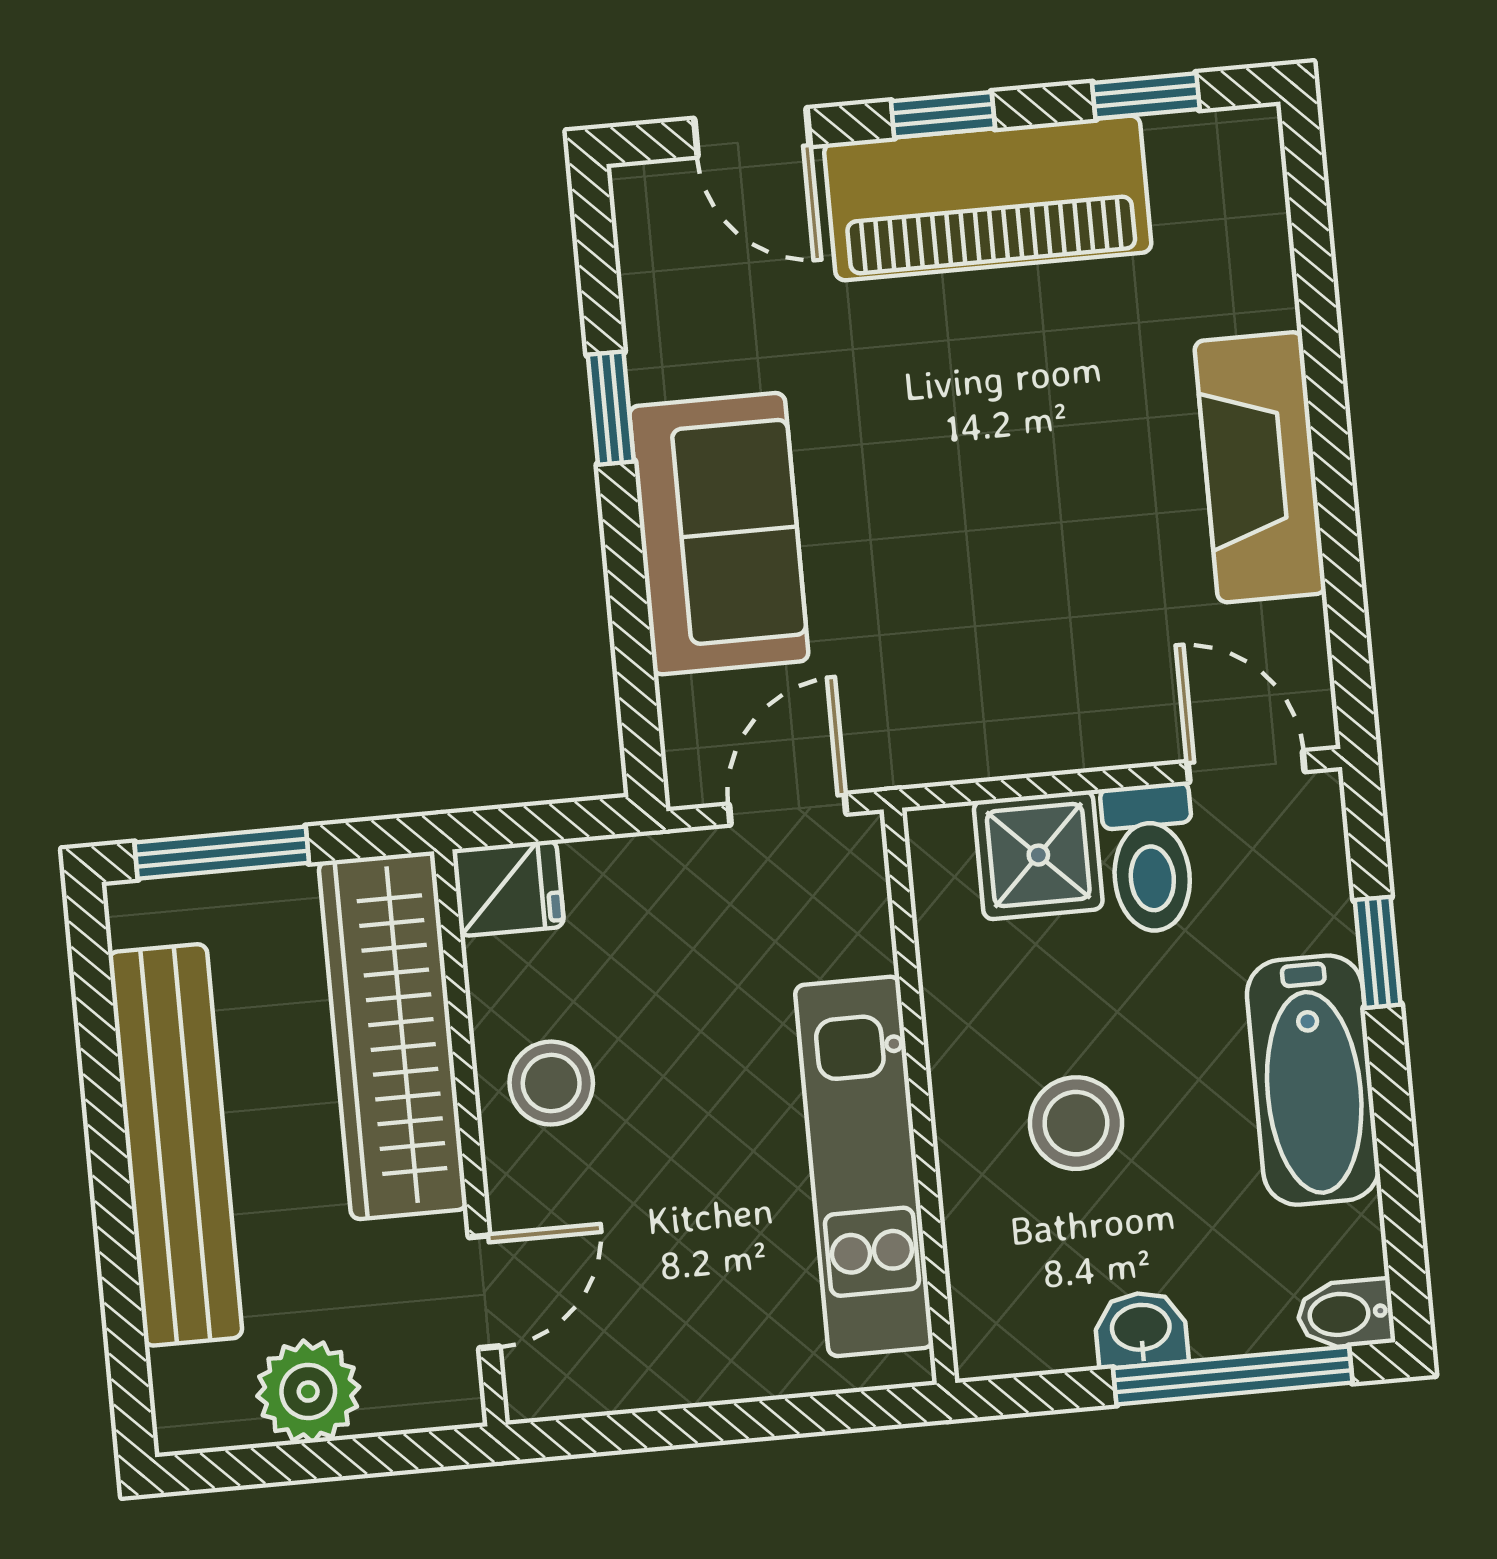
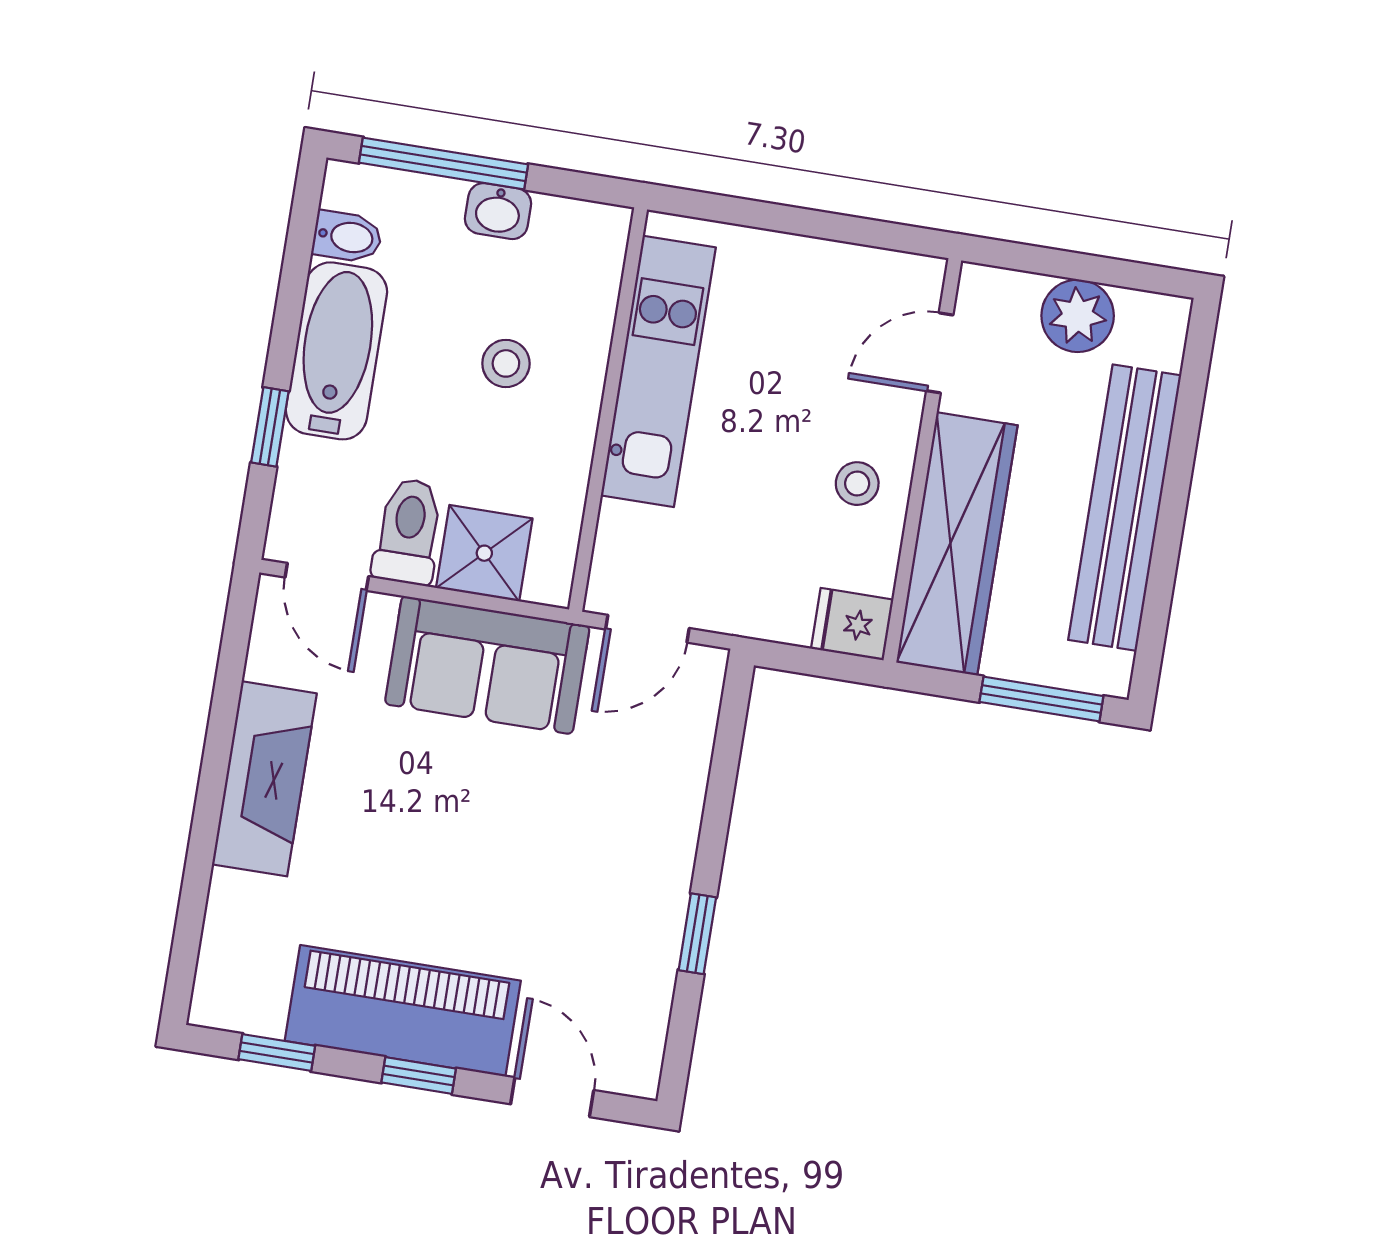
sofa: (719, 534) -> (487, 665), moved, turned -90
stool: (551, 1083) -> (857, 484), width x0.73, depth x0.73
stool: (1076, 1123) -> (506, 363), width x0.73, depth x0.73
bidet: (1346, 1314) -> (347, 237), moved

